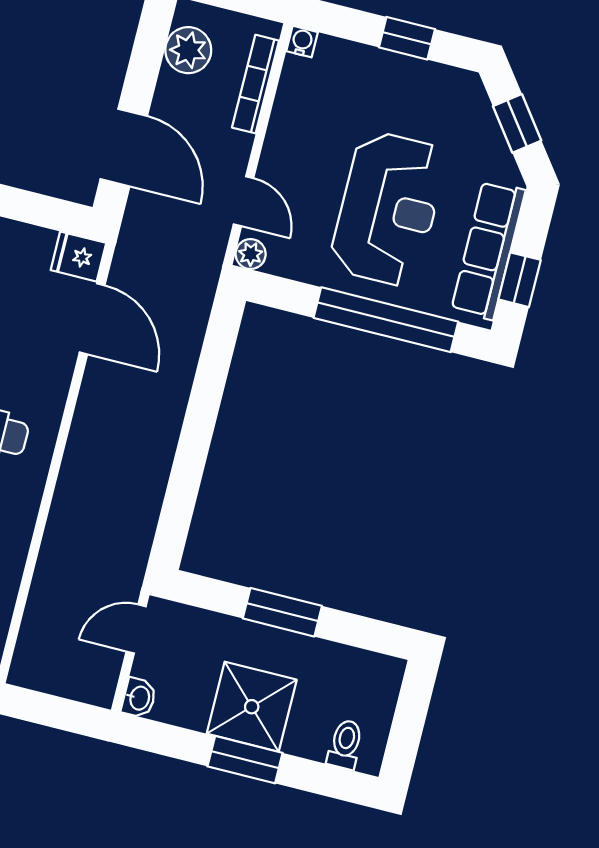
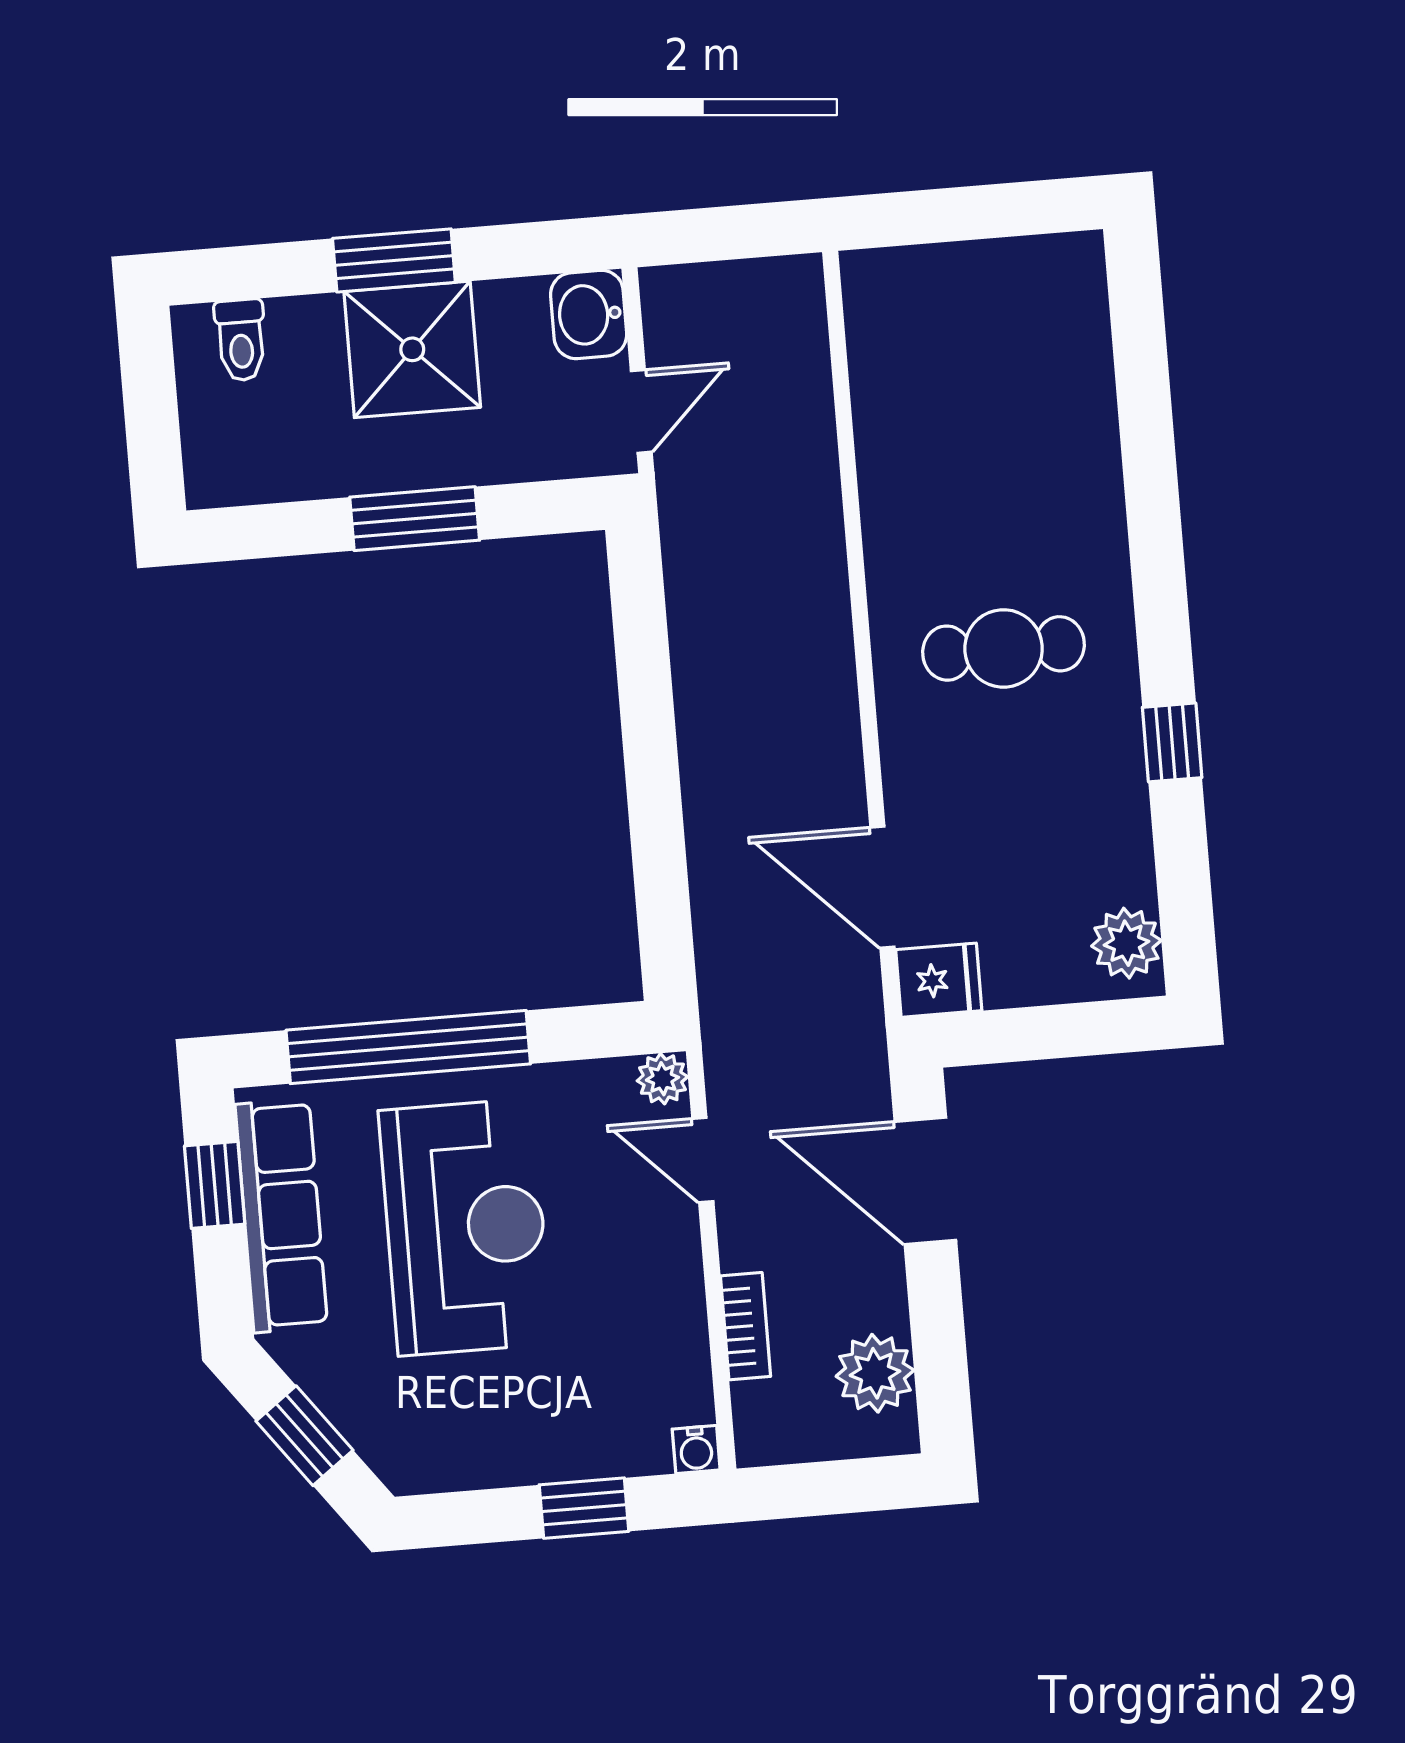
window: (407, 38) -> (584, 1508), moved
bookcase: (255, 84) -> (746, 1326), width x0.64
reception desk: (388, 209) -> (465, 1227), turned 180
washbasin: (139, 698) -> (589, 314), width x1.38, depth x1.45

